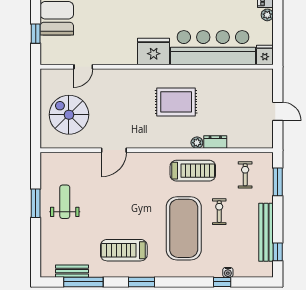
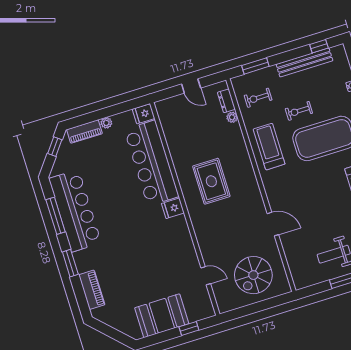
fridge: (154, 52) -> (173, 208), width x0.53, depth x0.75
door: (278, 111) -> (191, 86), swing flipped
dresser: (215, 142) -> (226, 101), moved
plant: (197, 143) -> (232, 117), moved

